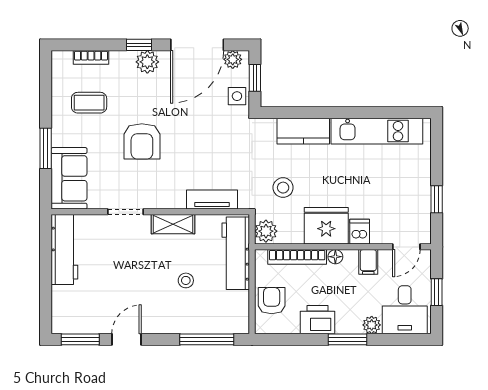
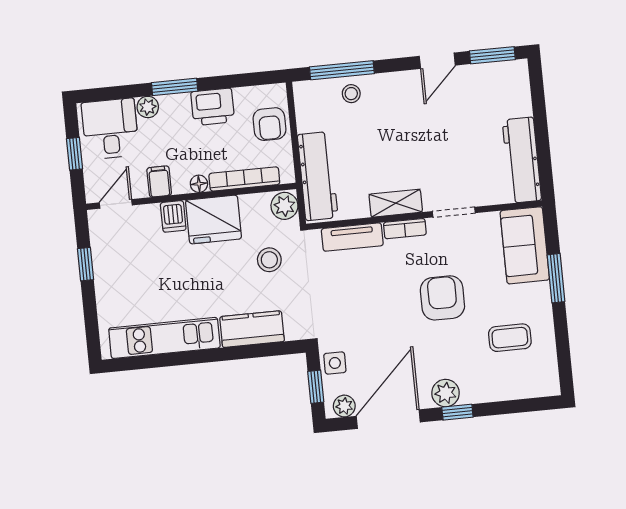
bookcase: (91, 57) -> (405, 229), moved, turned 180
stool: (186, 280) -> (351, 94), moved

